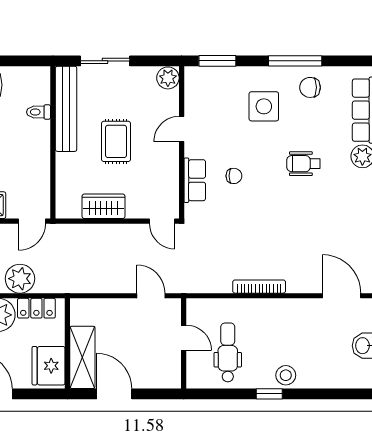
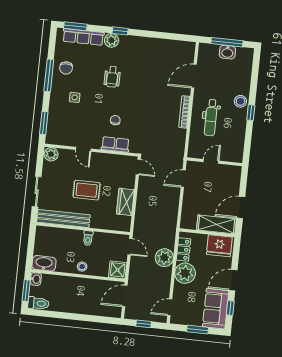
side table: (264, 106) -> (75, 97), width x0.54, depth x0.54
toilet: (39, 112) -> (88, 238), moved
door: (162, 221) -> (138, 167), hinge flipped
door: (342, 296) -> (194, 76), moved
dental chair: (228, 352) -> (211, 118), moved, turned -90

